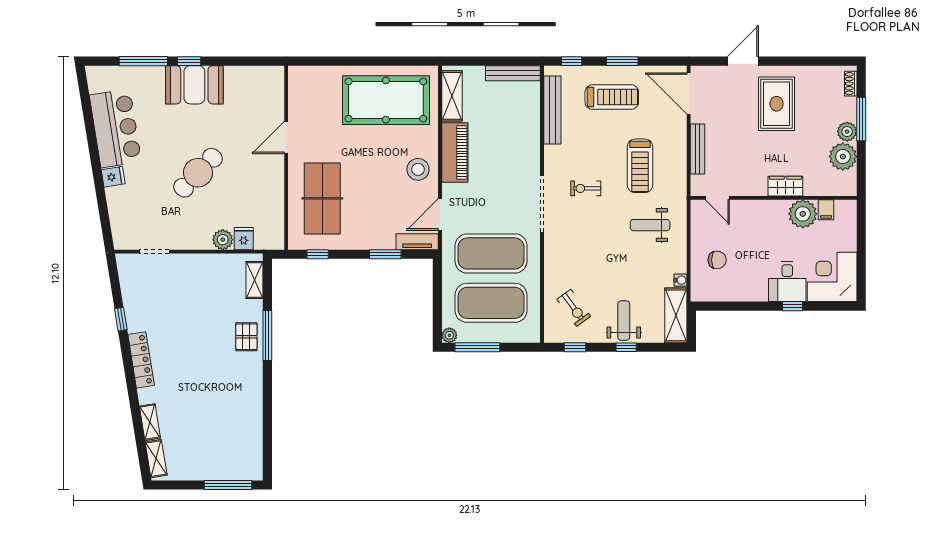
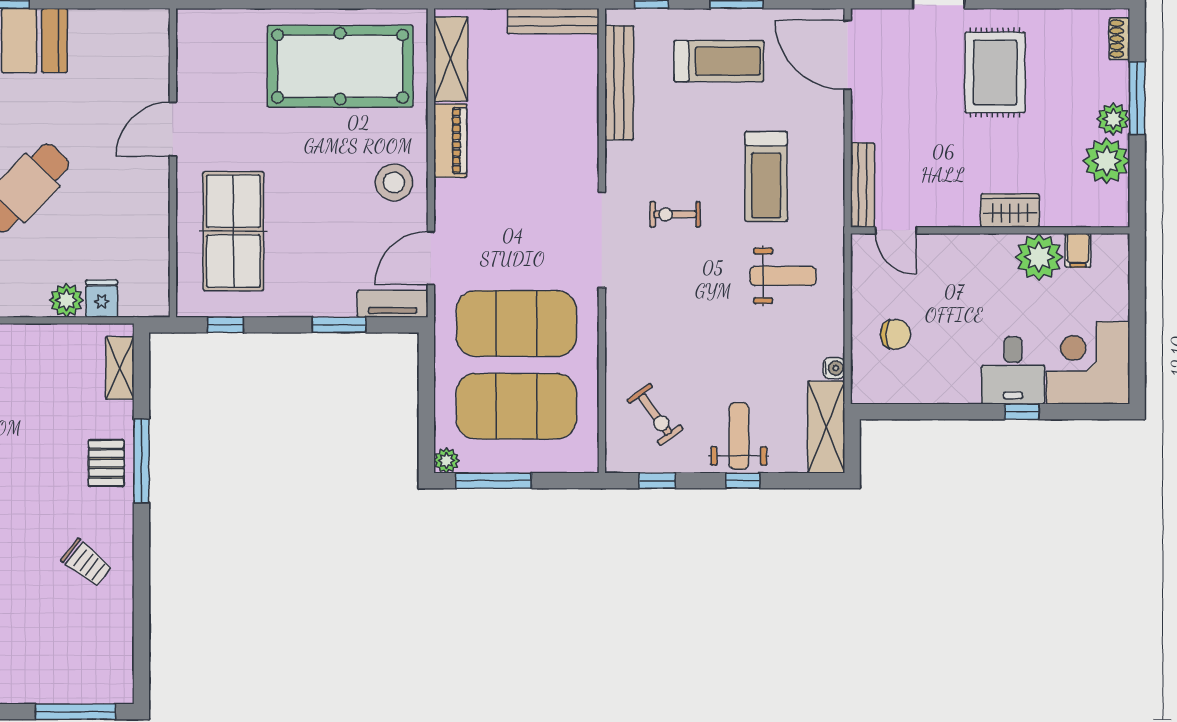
bench: (697, 149) -> (863, 185), moved
piano: (455, 152) -> (450, 141), width x0.73, depth x0.75
weight bench: (650, 225) -> (783, 276), turned 180
trolley: (235, 396) -> (87, 563), added

